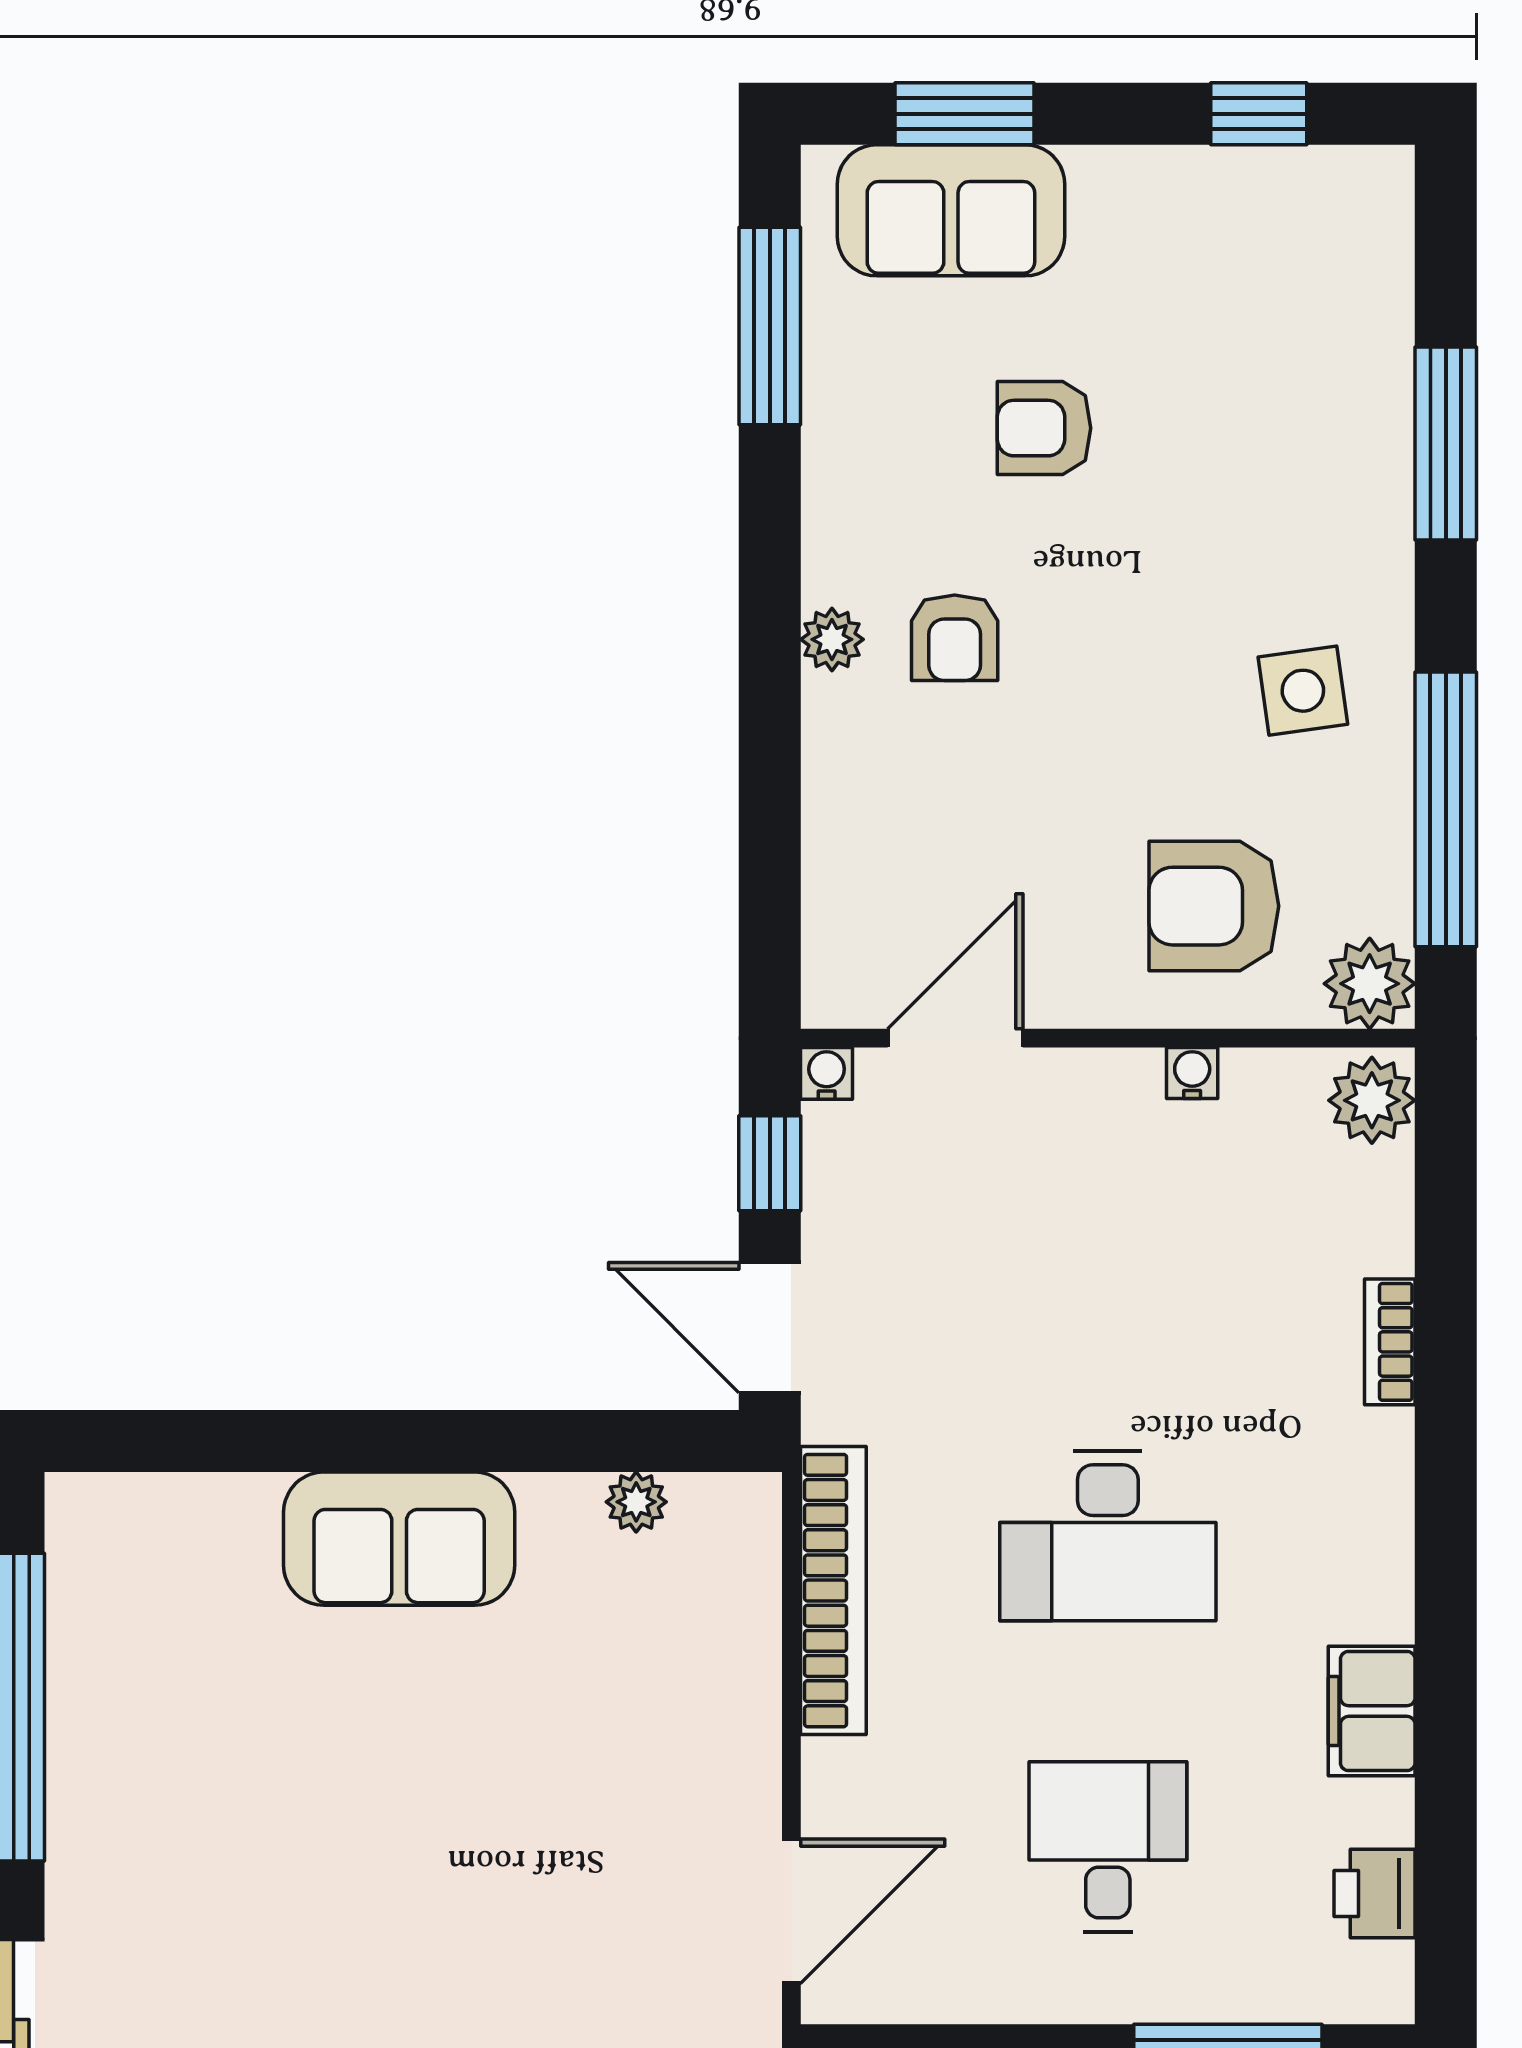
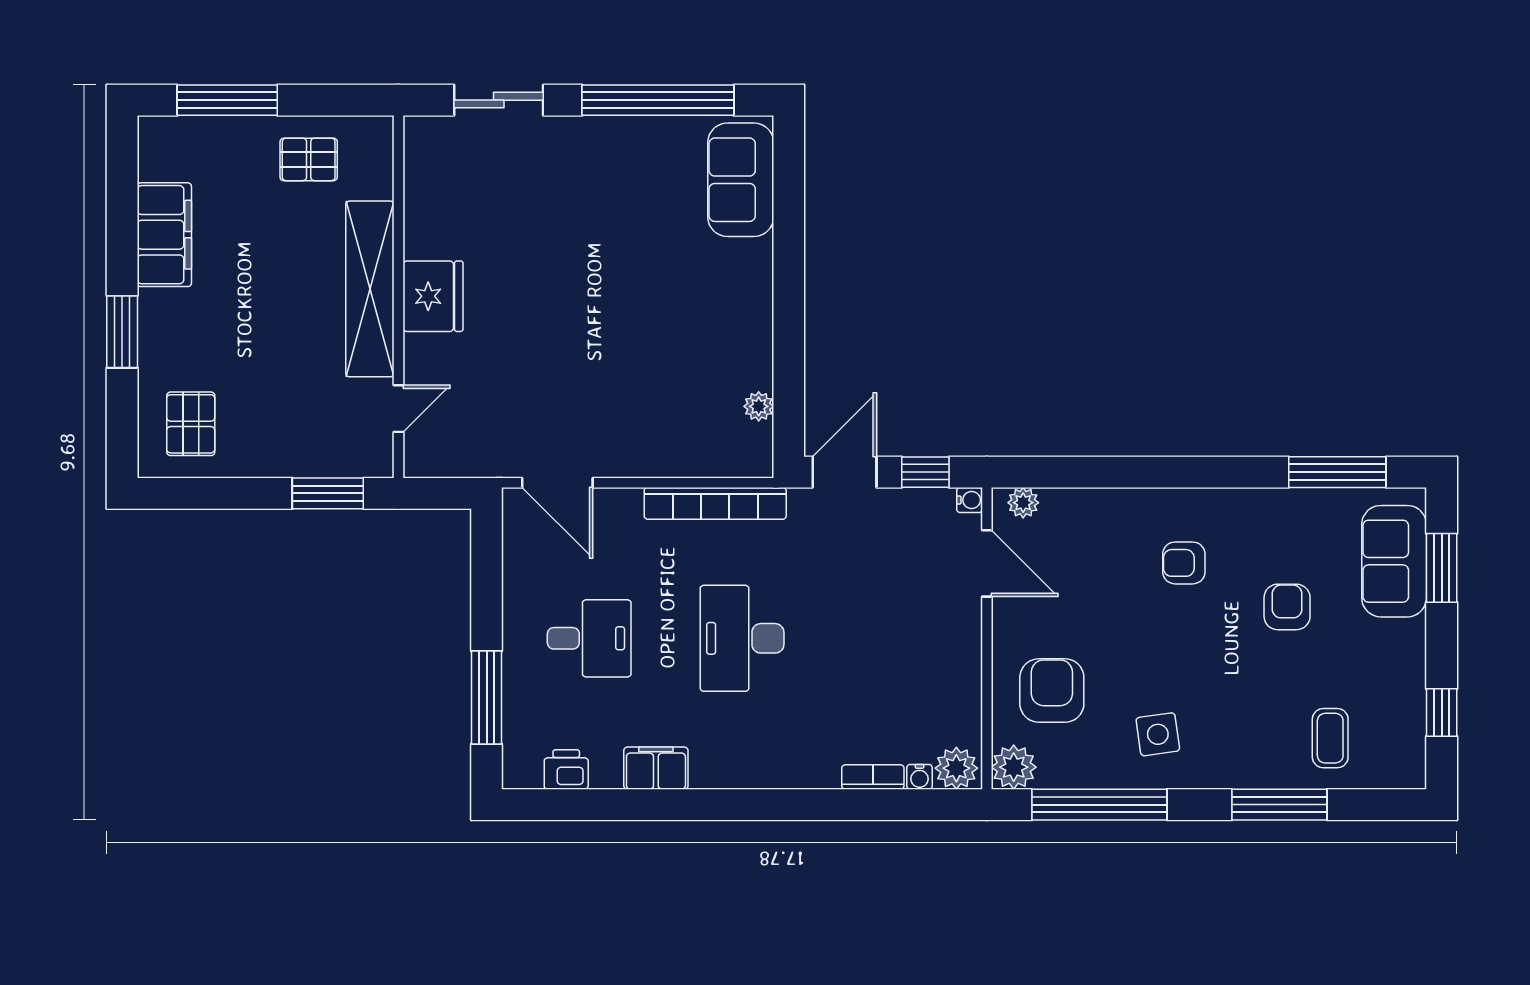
coffee table: (1311, 340) -> (1330, 738), added
plant: (832, 639) -> (1023, 503), moved
water cooler: (1192, 1073) -> (920, 777), moved, turned 90
bookcase: (1390, 1342) -> (873, 777), moved
sofa: (399, 1539) -> (741, 180), moved

